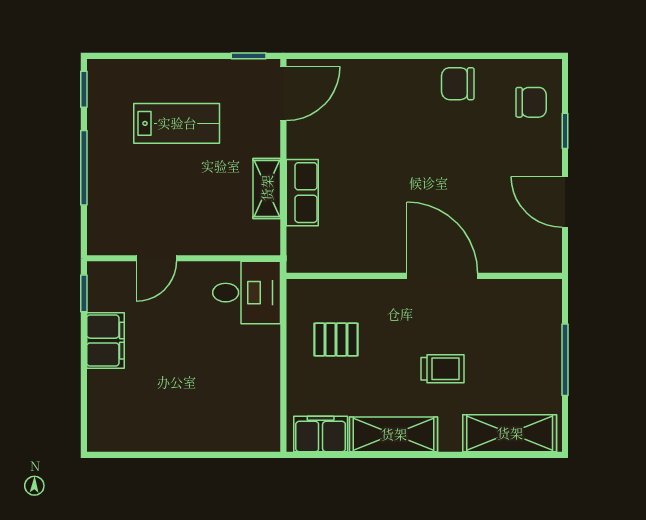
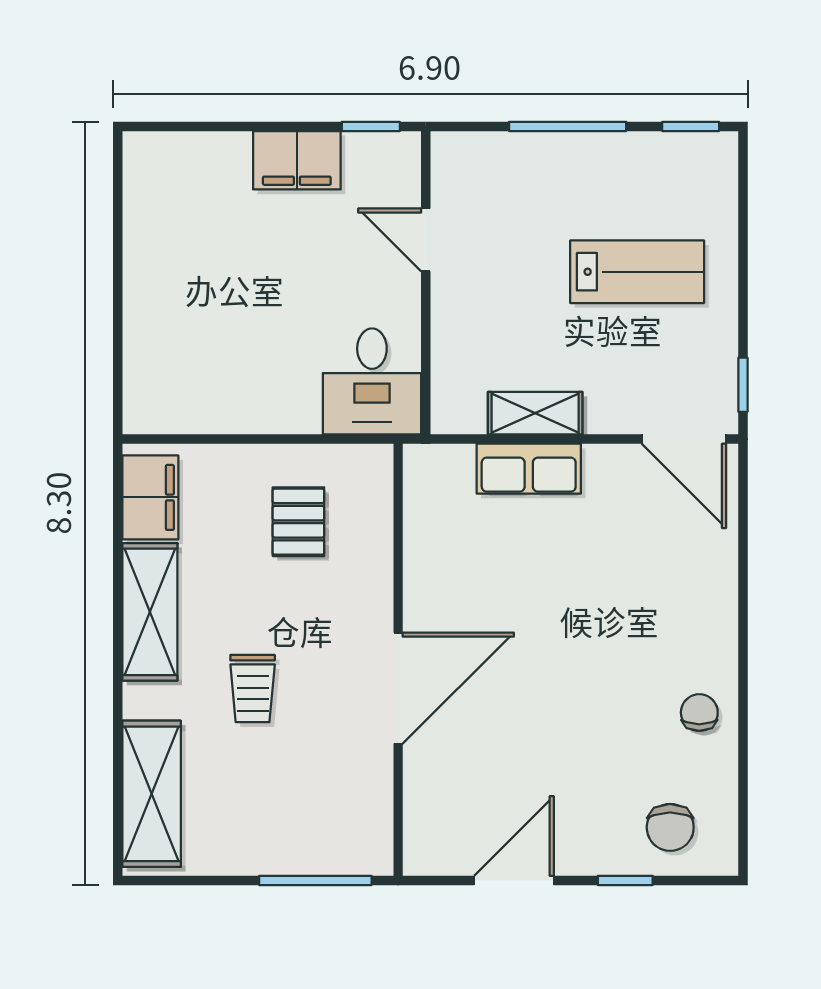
chair: (458, 84) -> (699, 713), width x0.73, depth x0.73
lab bench: (177, 123) -> (637, 272), turned -90
window: (565, 360) -> (315, 880), moved

